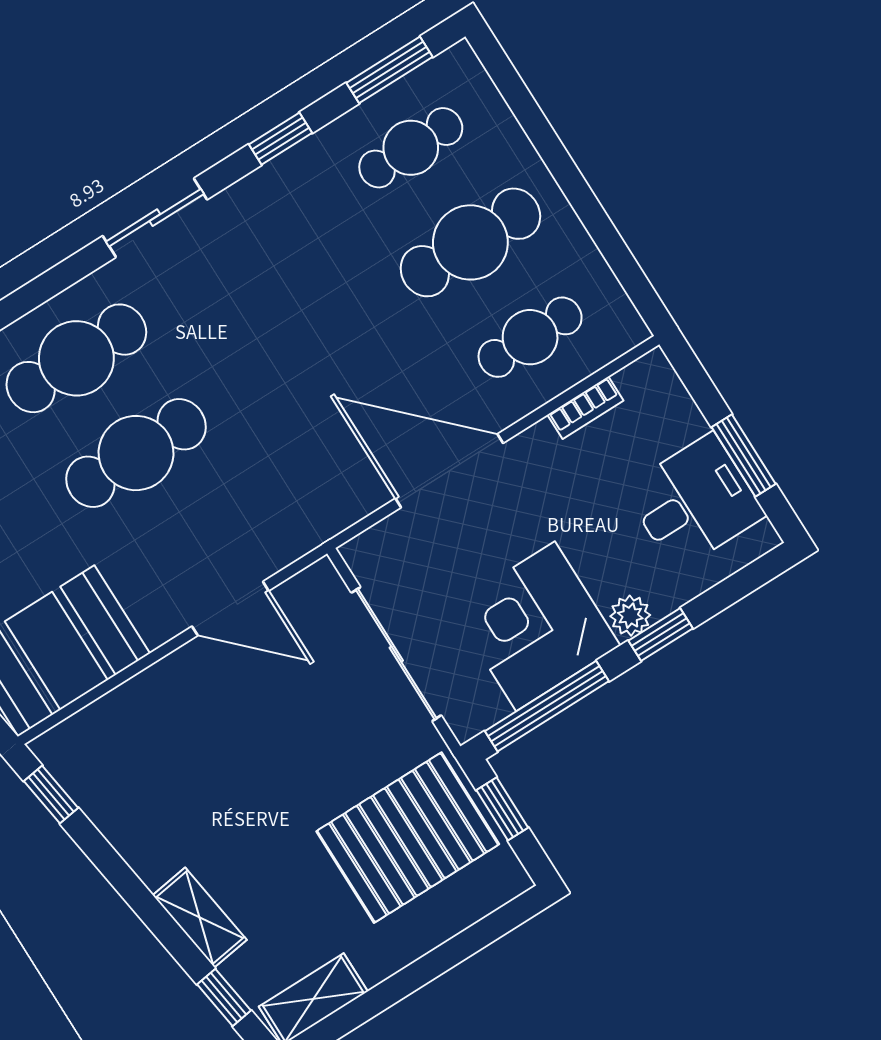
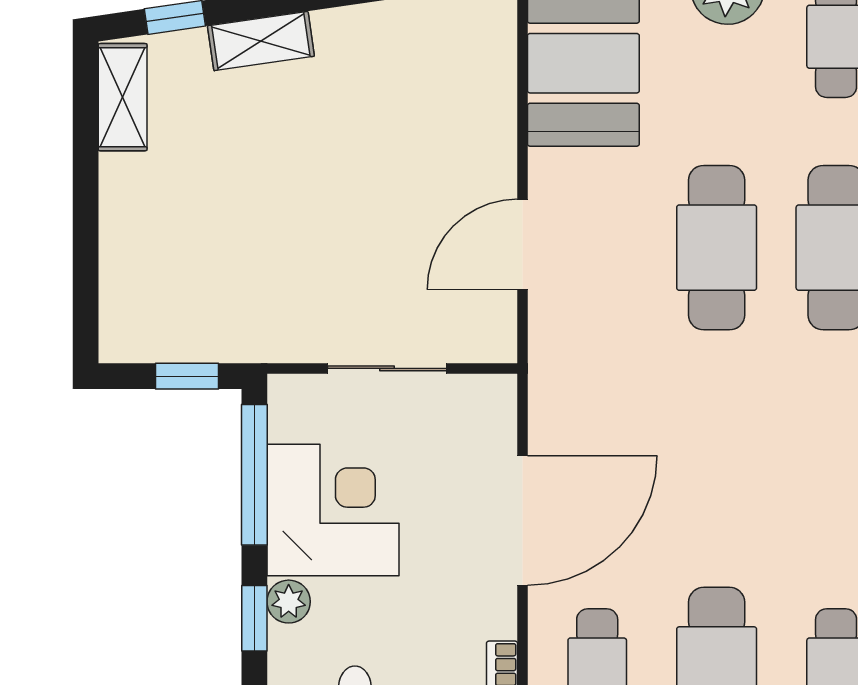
sliding door: (396, 654) -> (387, 368), width x0.73
pallet: (408, 838) -> (215, 274), removed

